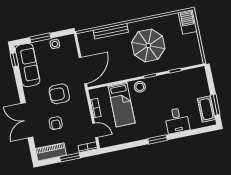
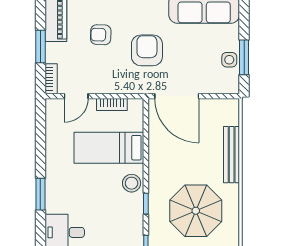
window: (40, 38) -> (244, 57), moved

